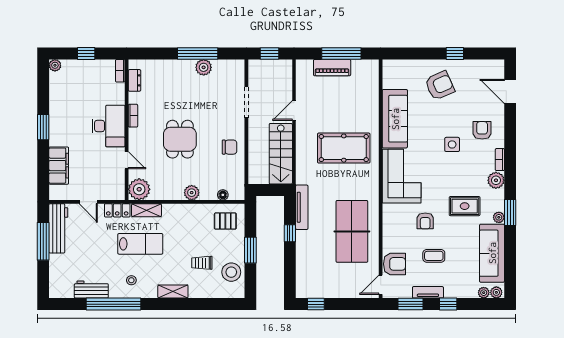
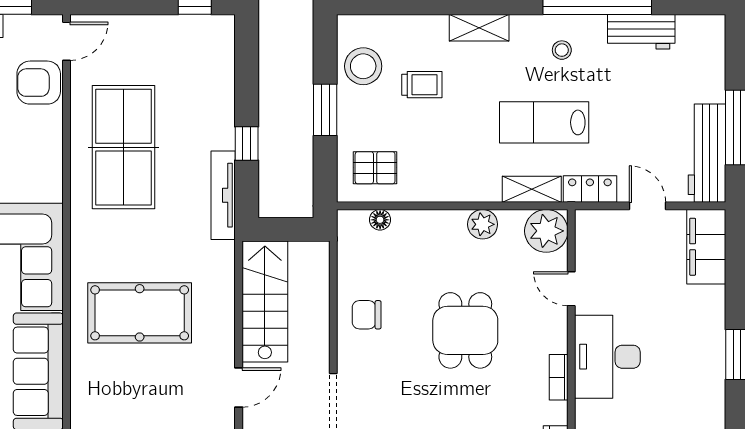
filing cabinet: (59, 166) -> (706, 247), moved
plant: (192, 193) -> (483, 224), moved

